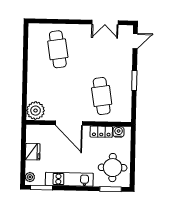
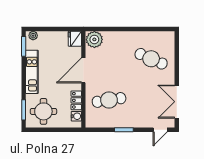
double door: (105, 22) -> (177, 102), width x1.37
door: (135, 41) -> (160, 130), hinge flipped
cafe table: (58, 49) -> (151, 59), turned 33
fridge: (33, 152) -> (75, 39), moved, turned 90

